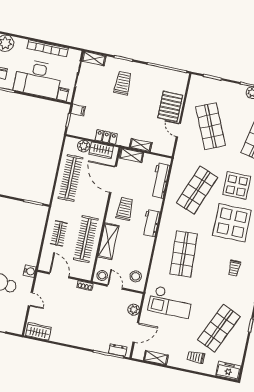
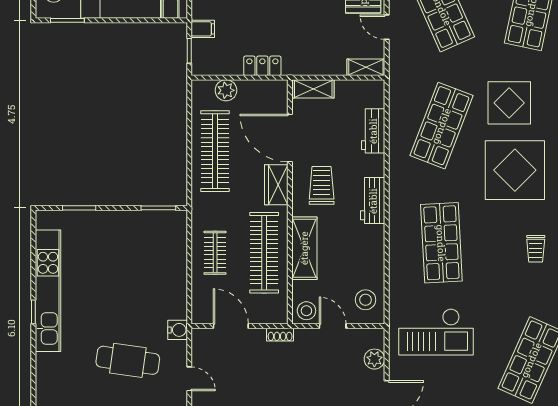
shelving: (141, 145) -> (366, 67), moved
wardrobe: (101, 150) -> (276, 185), moved, turned 90
workbench: (160, 181) -> (373, 131), width x0.73

